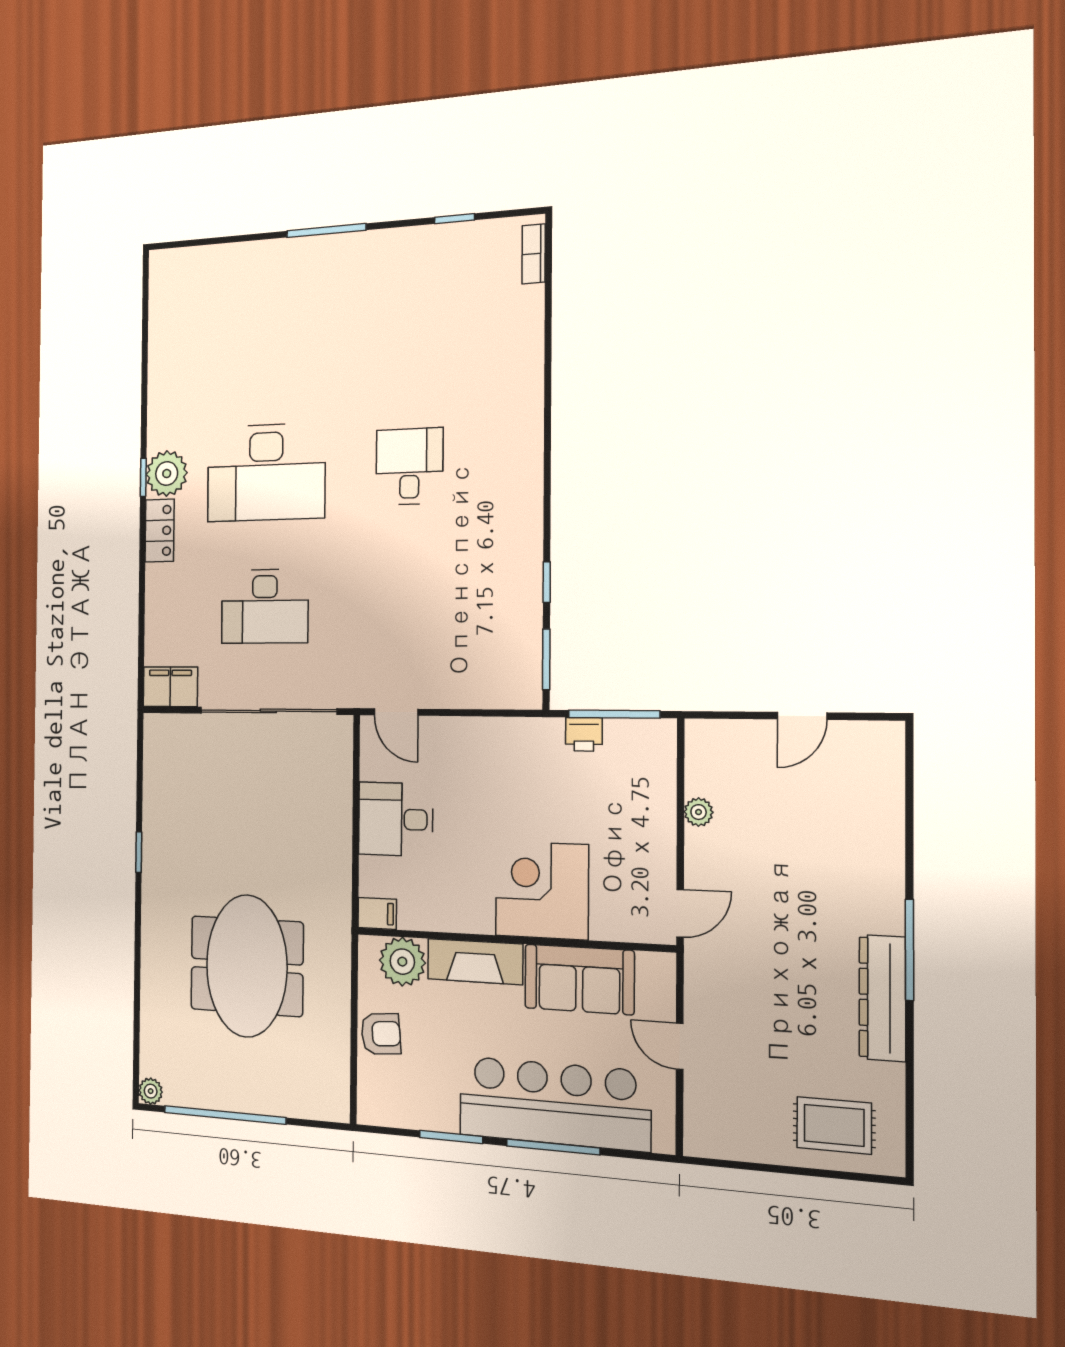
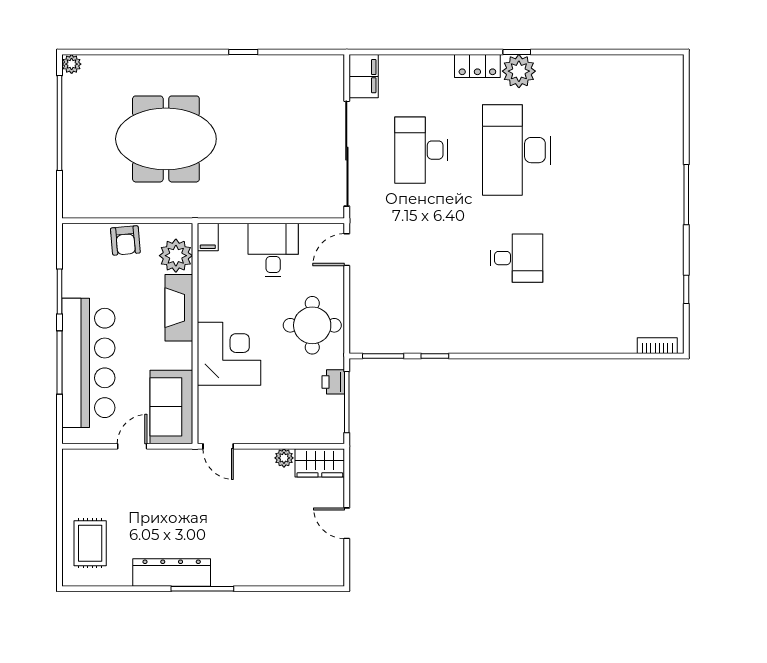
wardrobe: (706, 757) -> (320, 463), added
round table: (501, 764) -> (312, 325), added
sofa: (579, 979) -> (171, 407), moved

